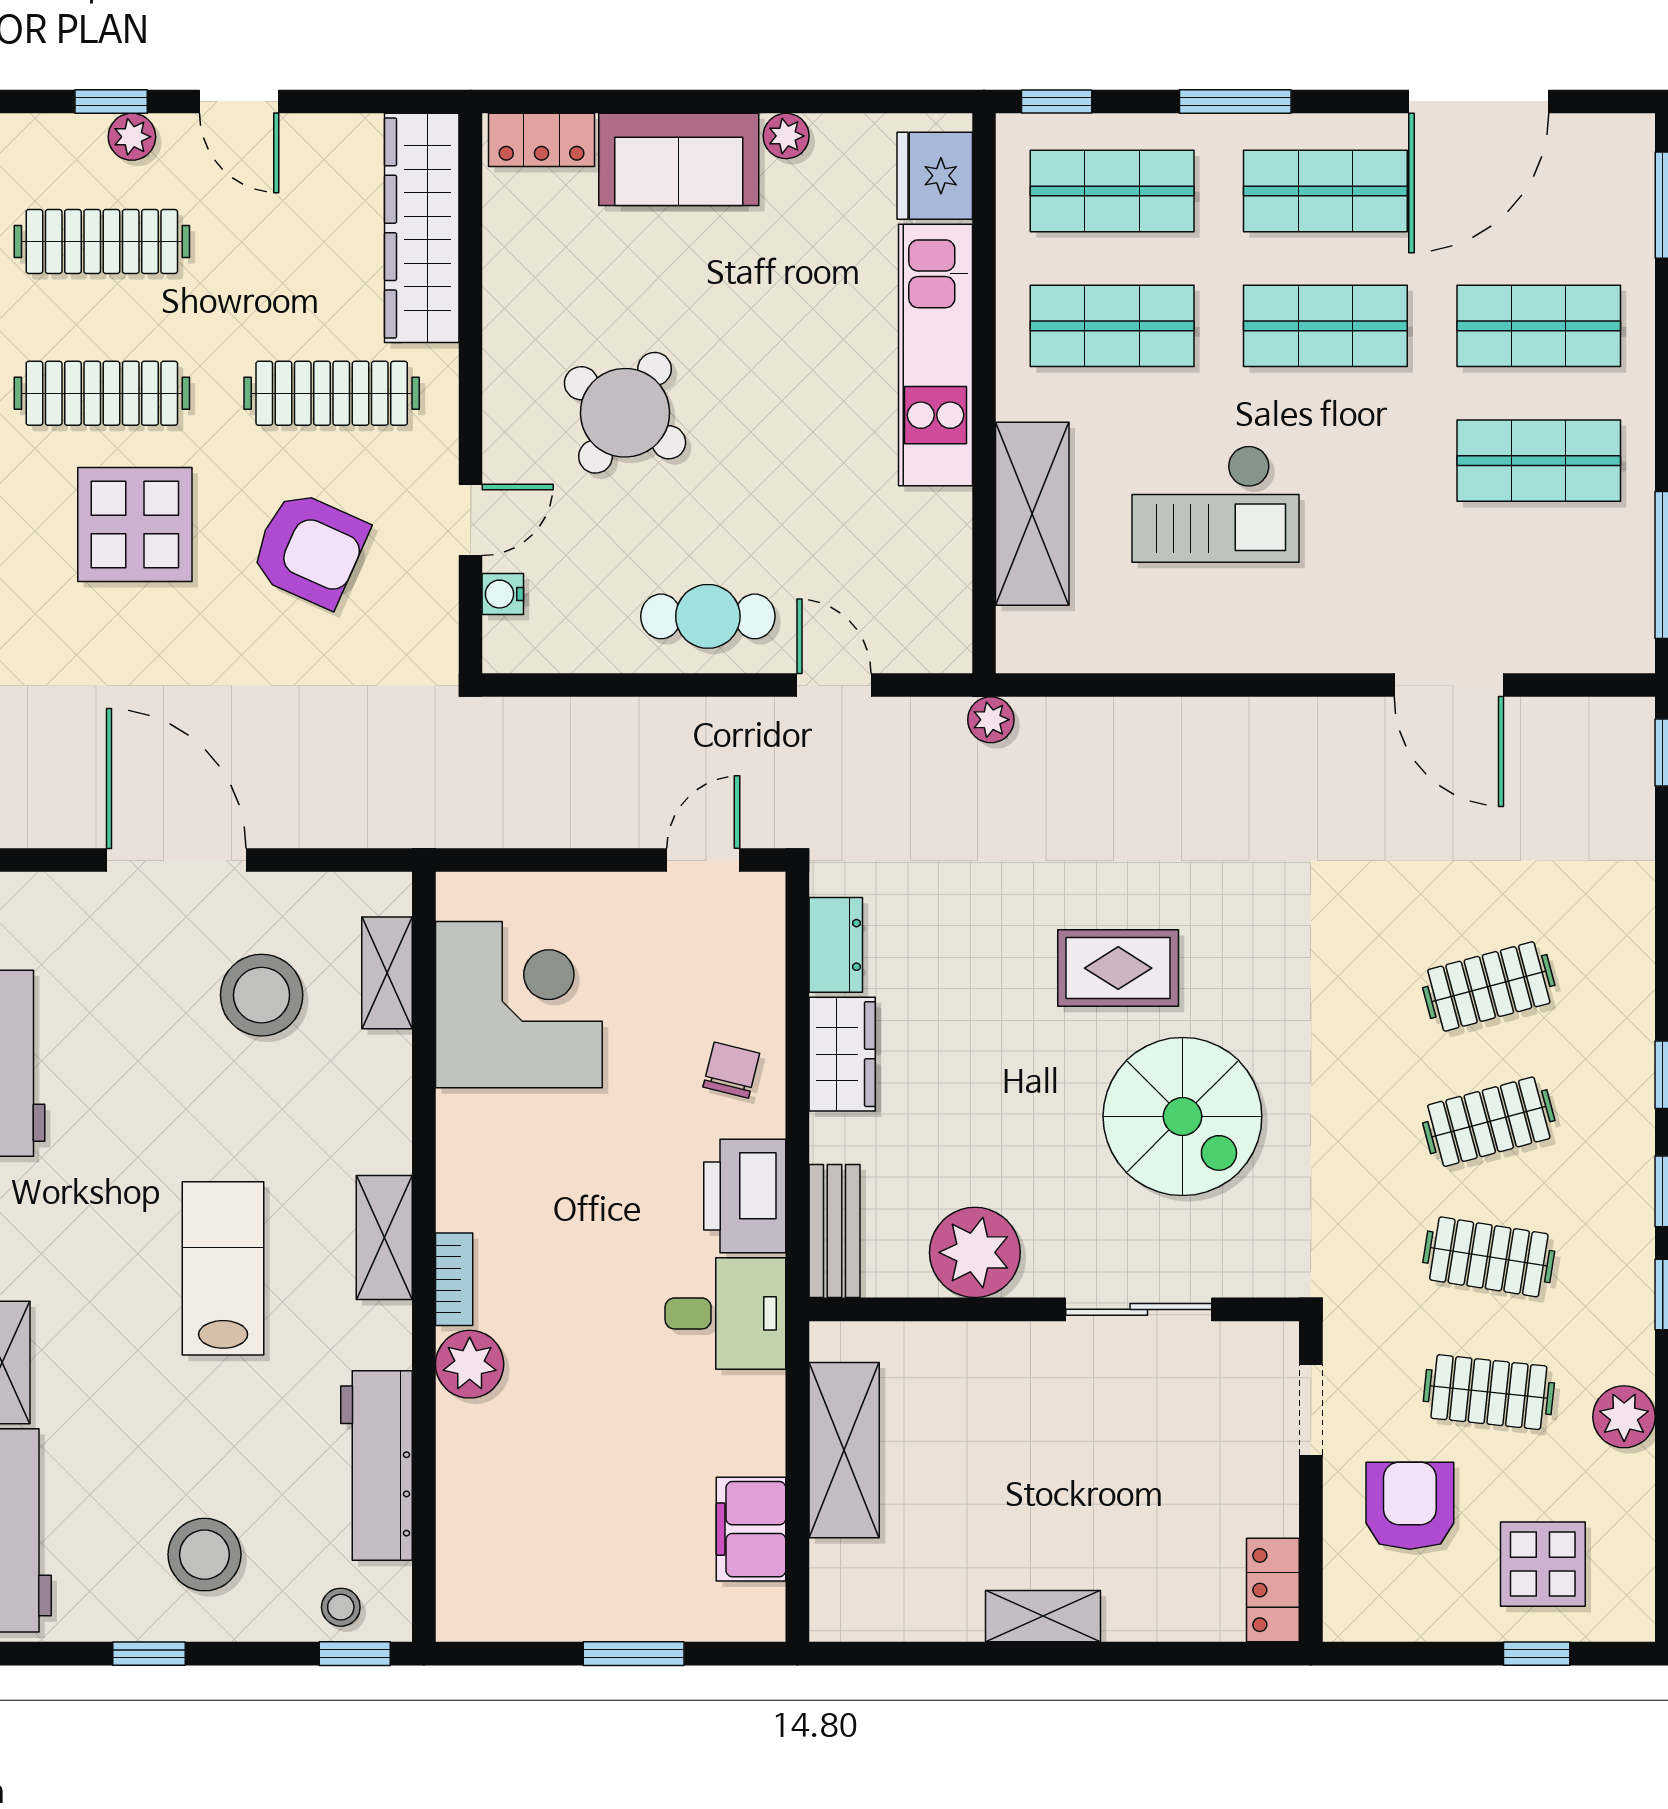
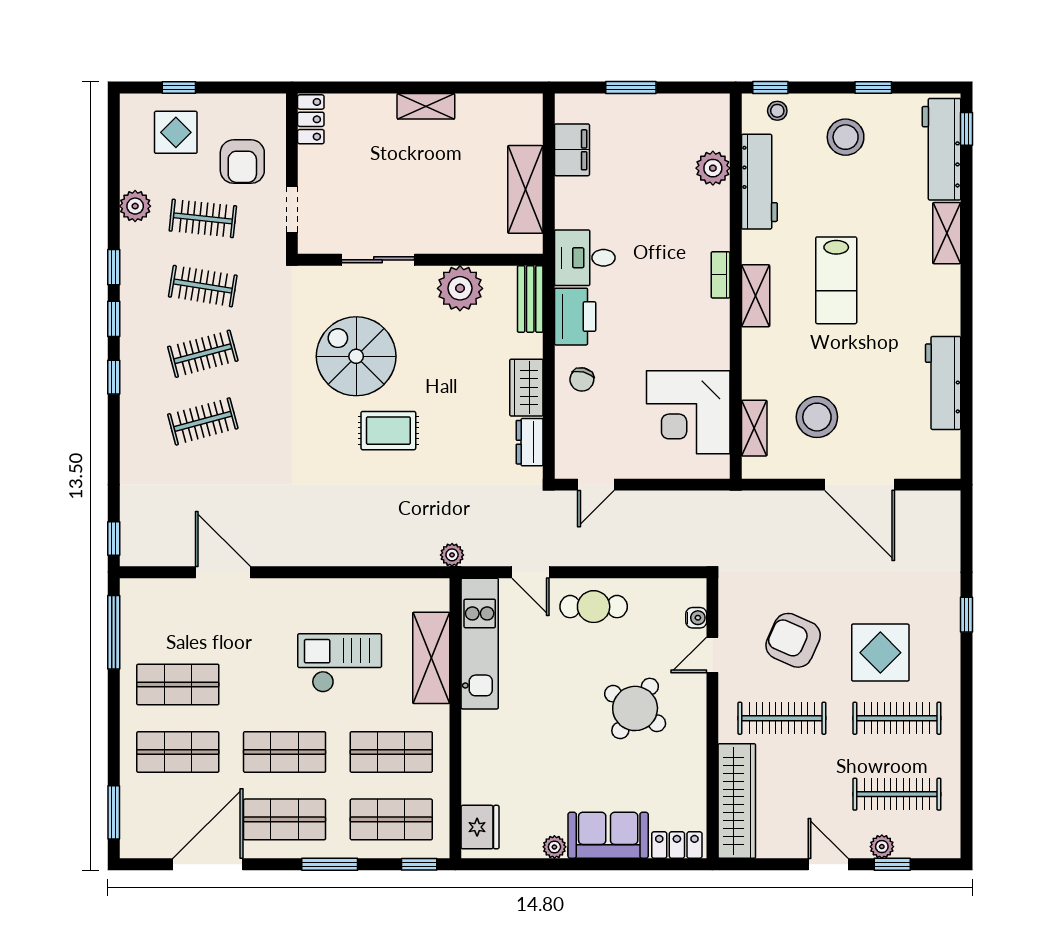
kitchen unit: (936, 355) -> (480, 644), moved
plant: (470, 1364) -> (713, 168), moved

